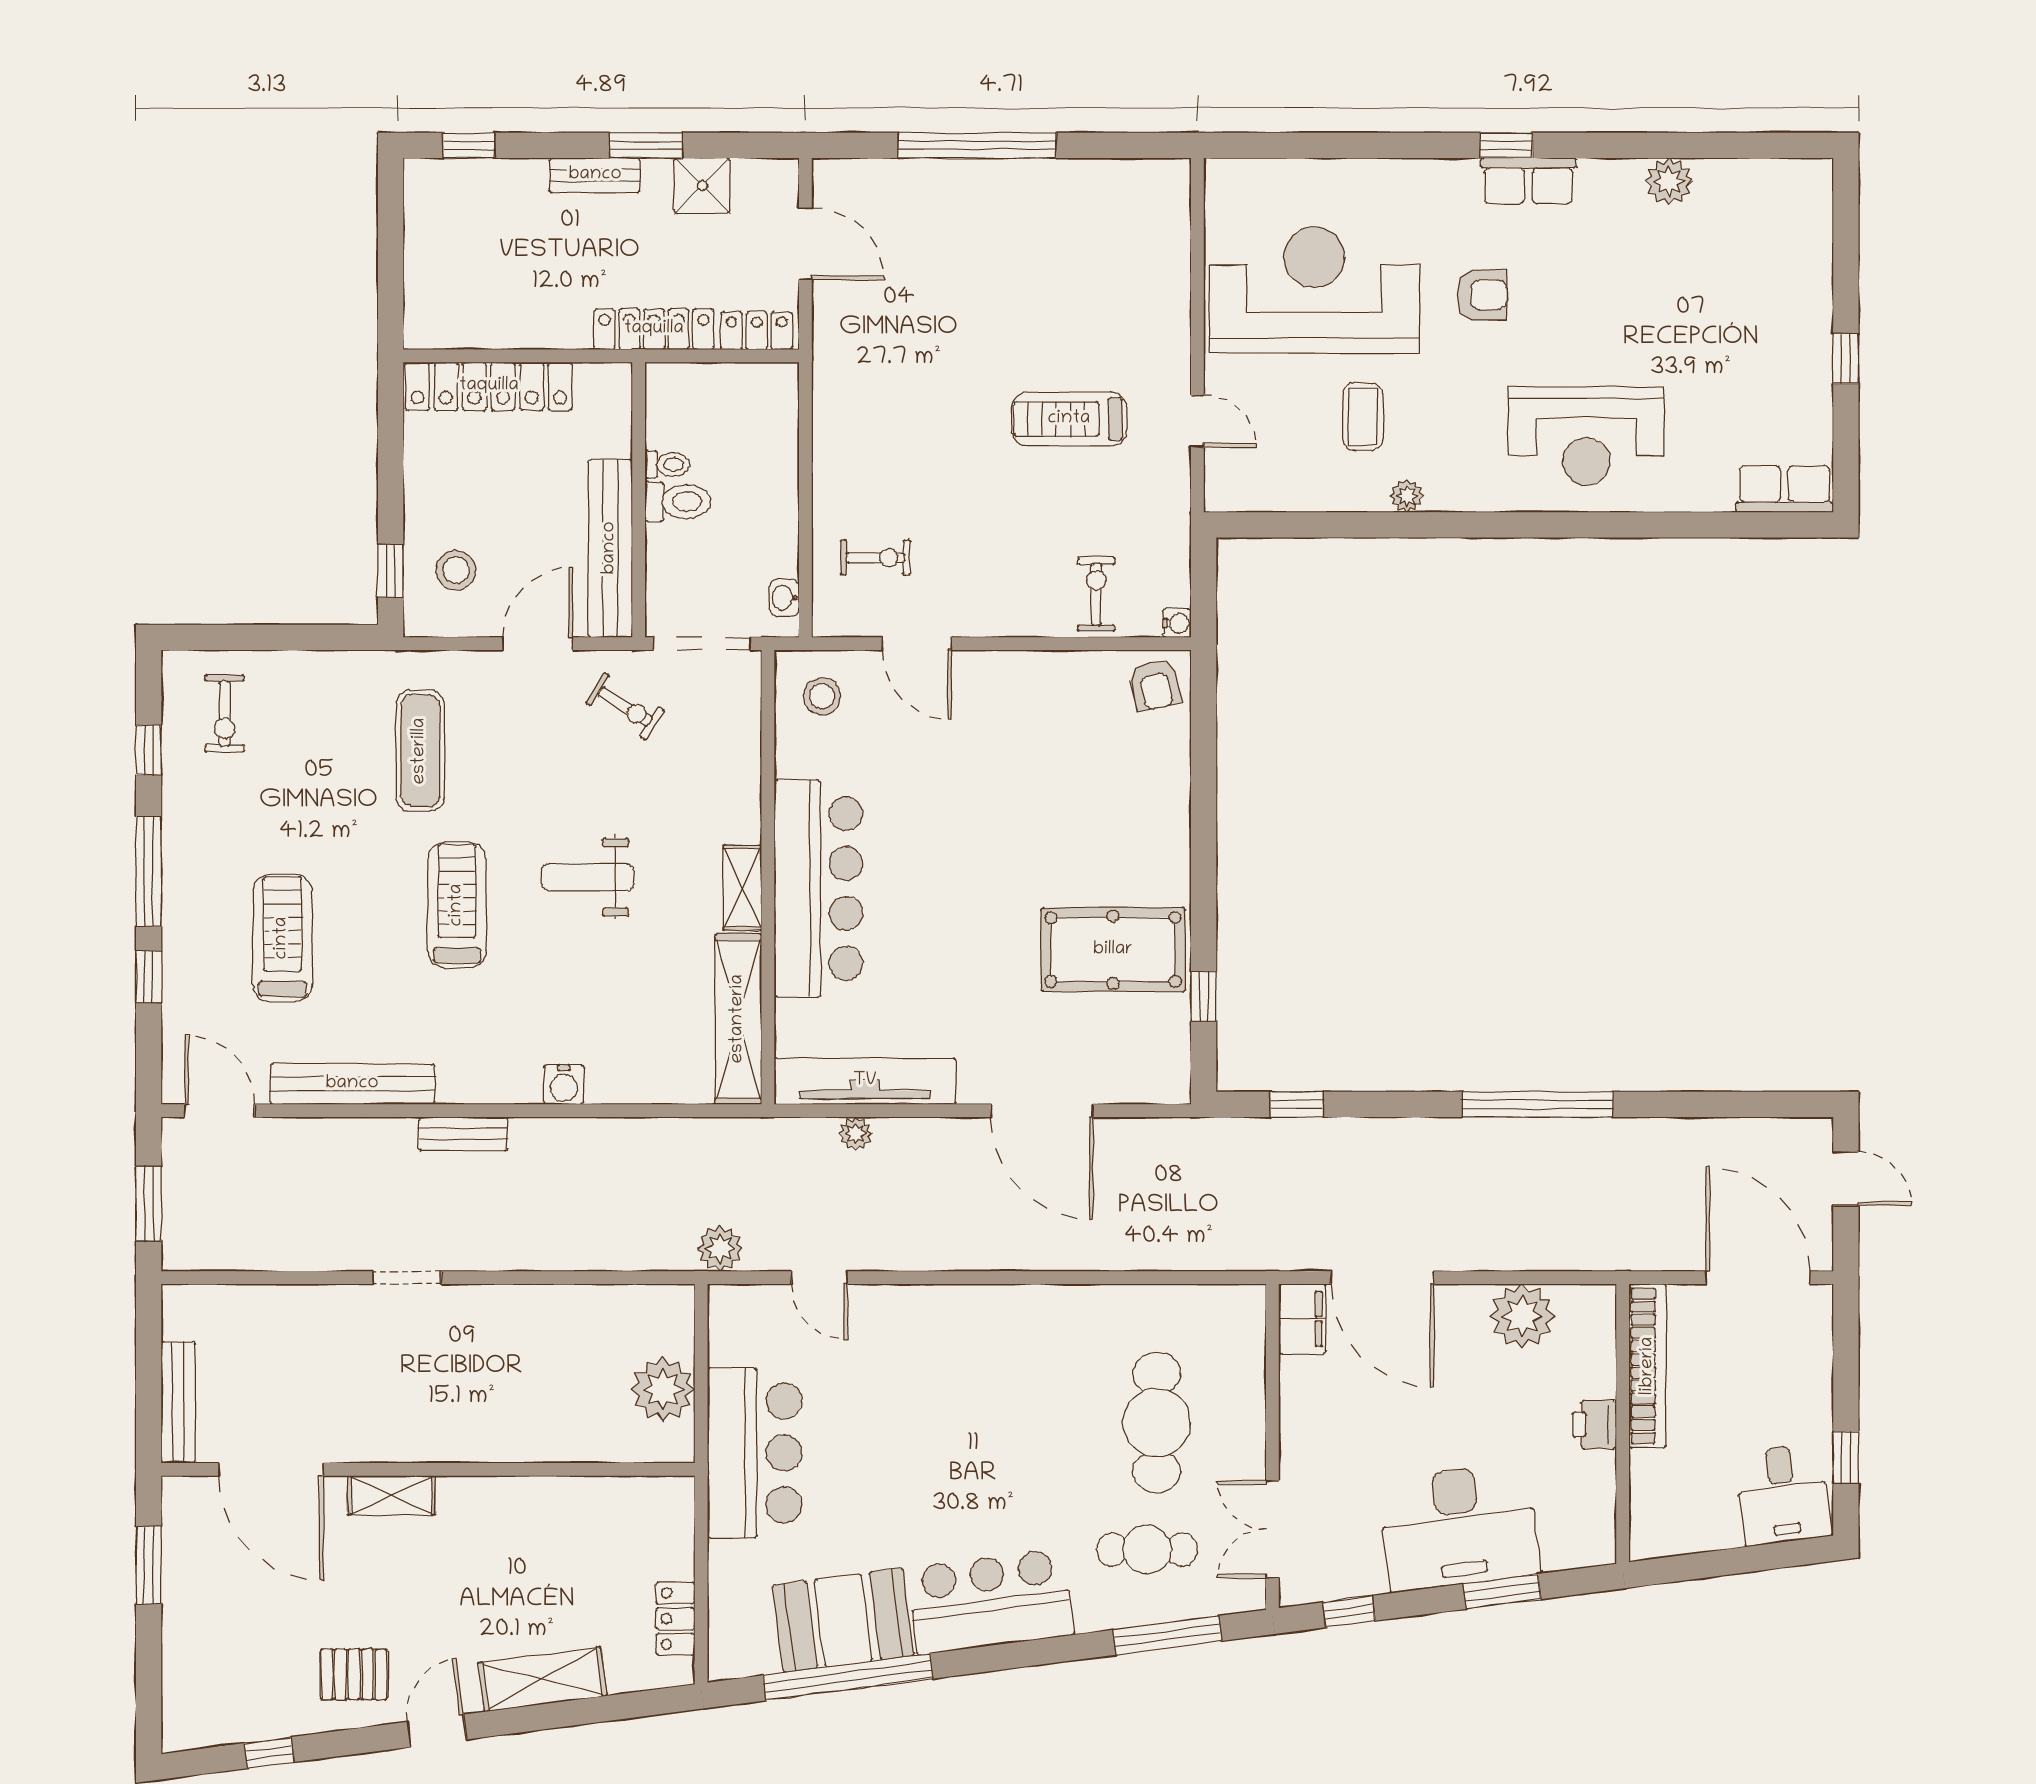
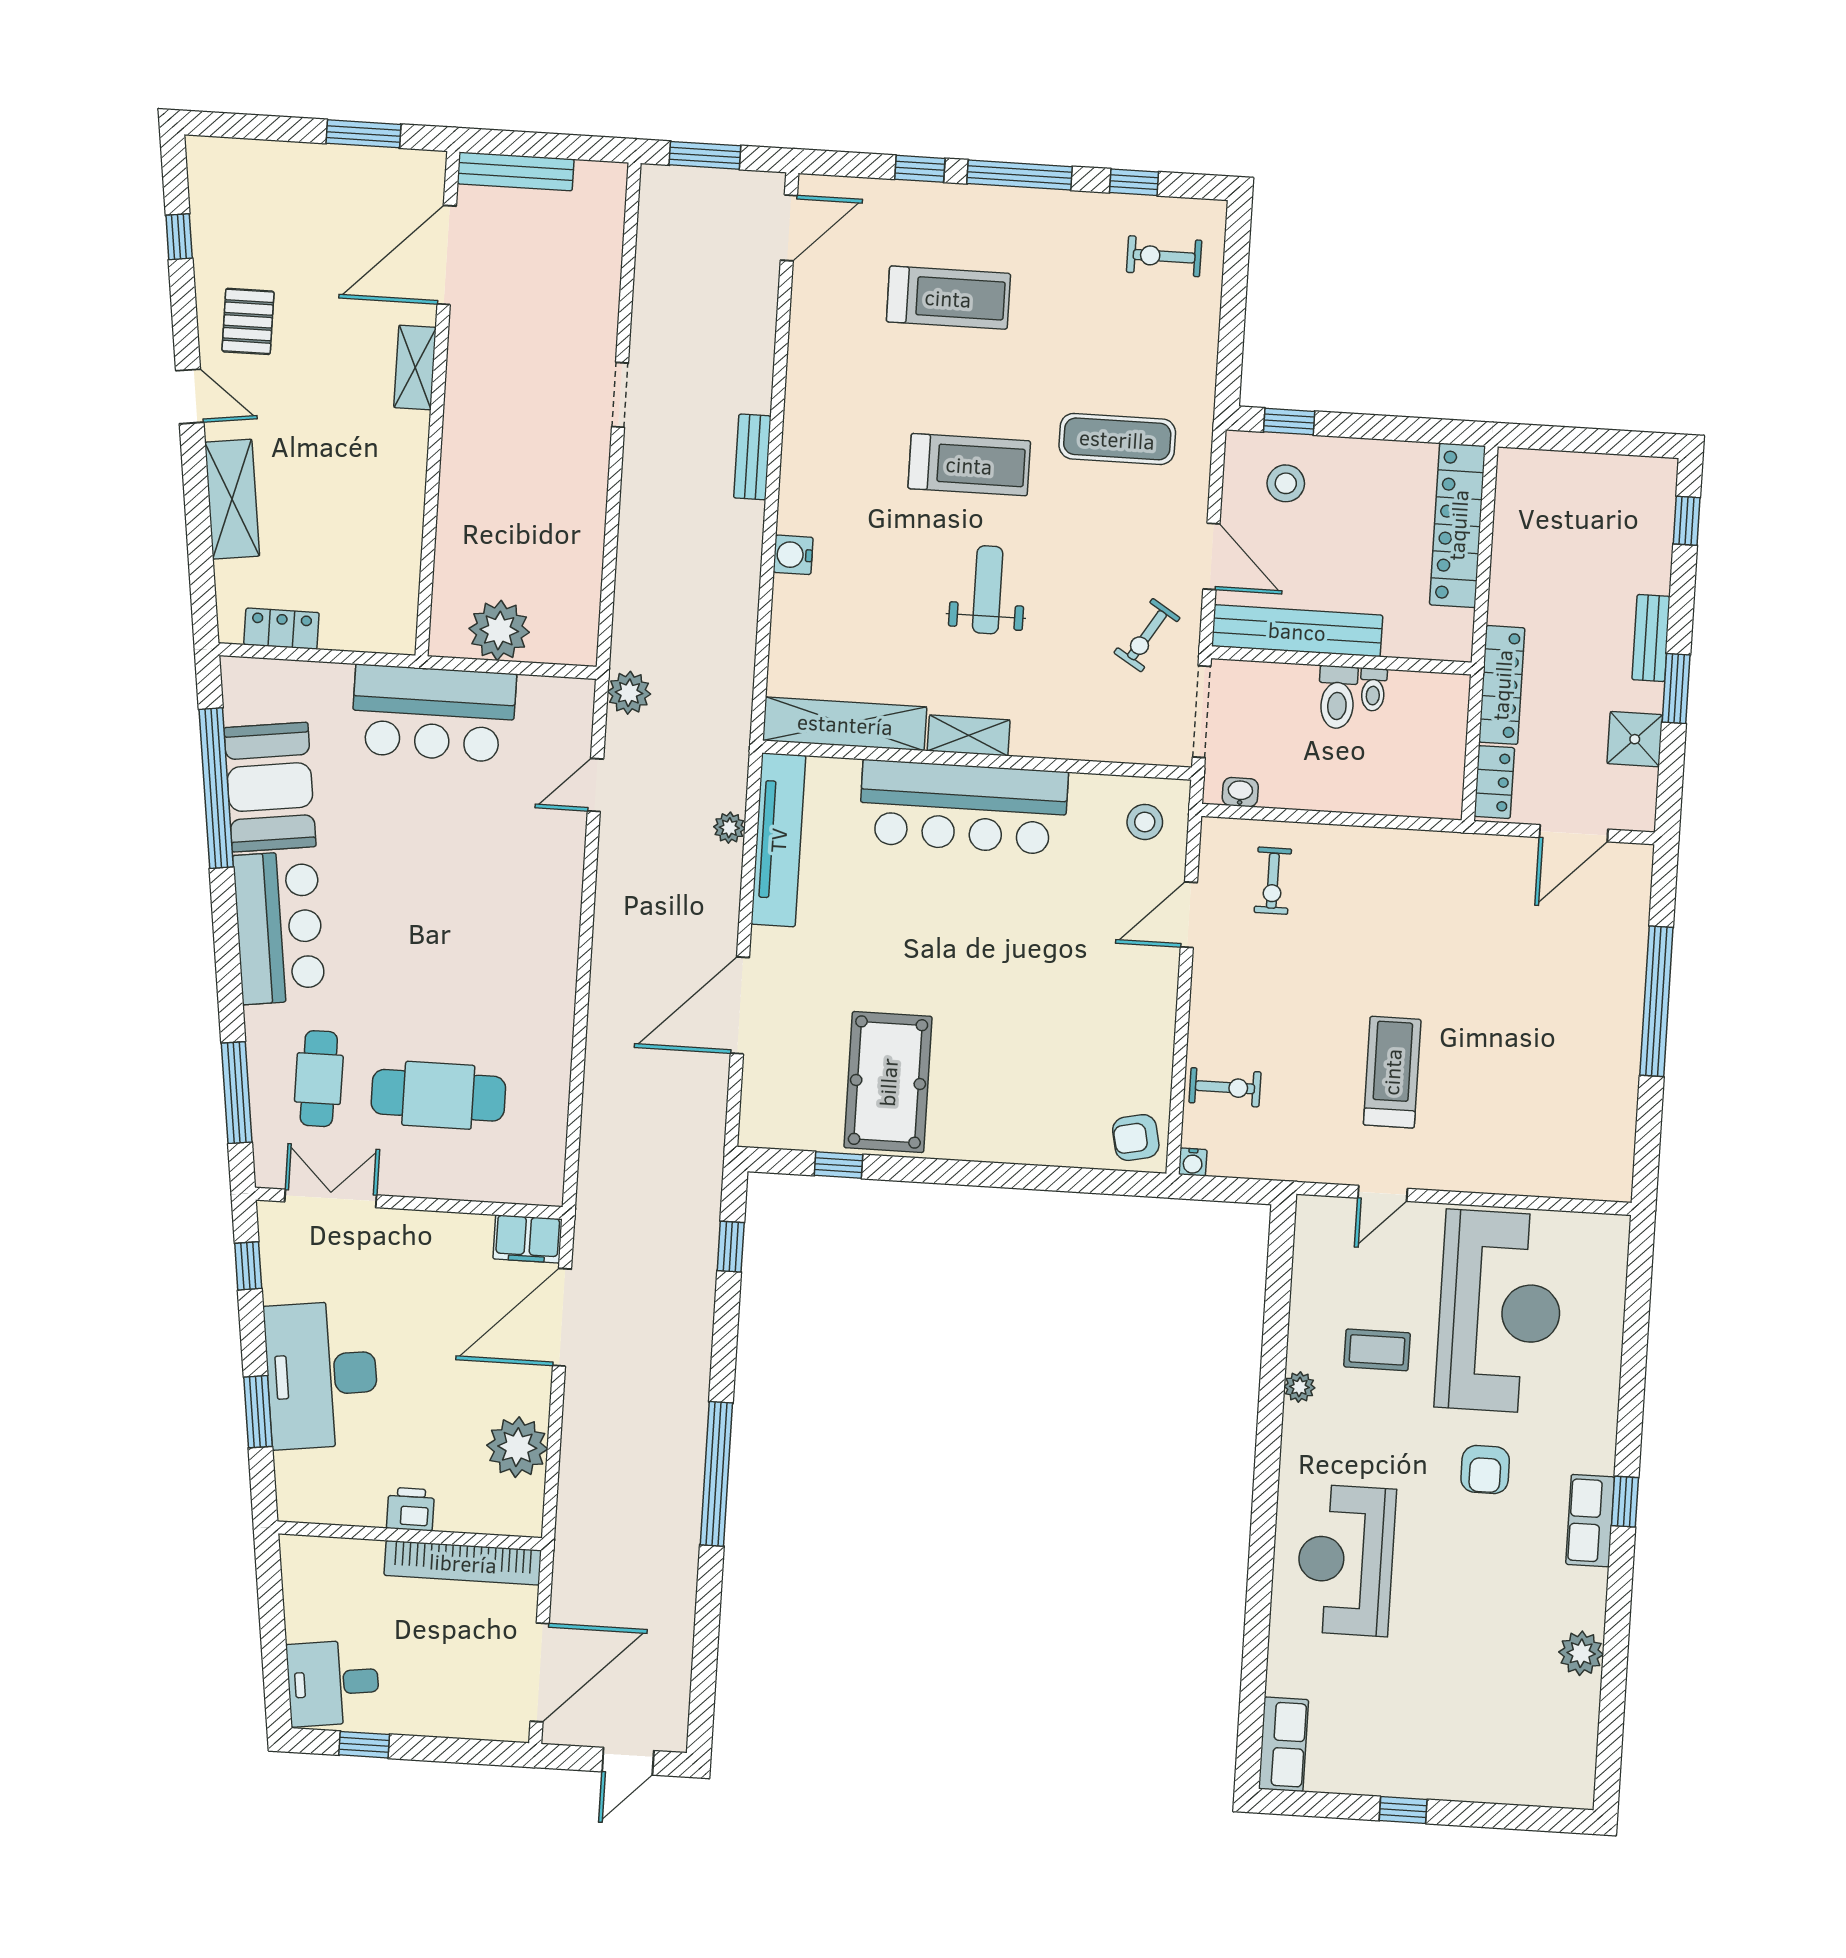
bench: (352, 1084) -> (806, 355), removed

